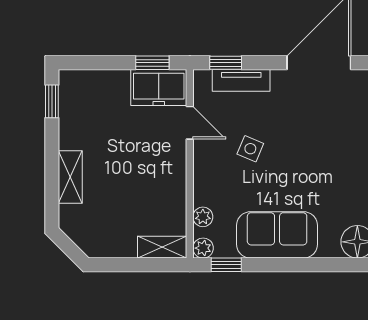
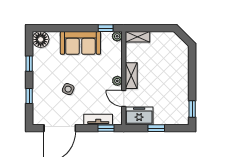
window: (152, 63) -> (156, 128), moved
side table: (250, 149) -> (68, 89), moved
shelving: (70, 177) -> (131, 76), moved
plant: (203, 217) -> (117, 81), moved

